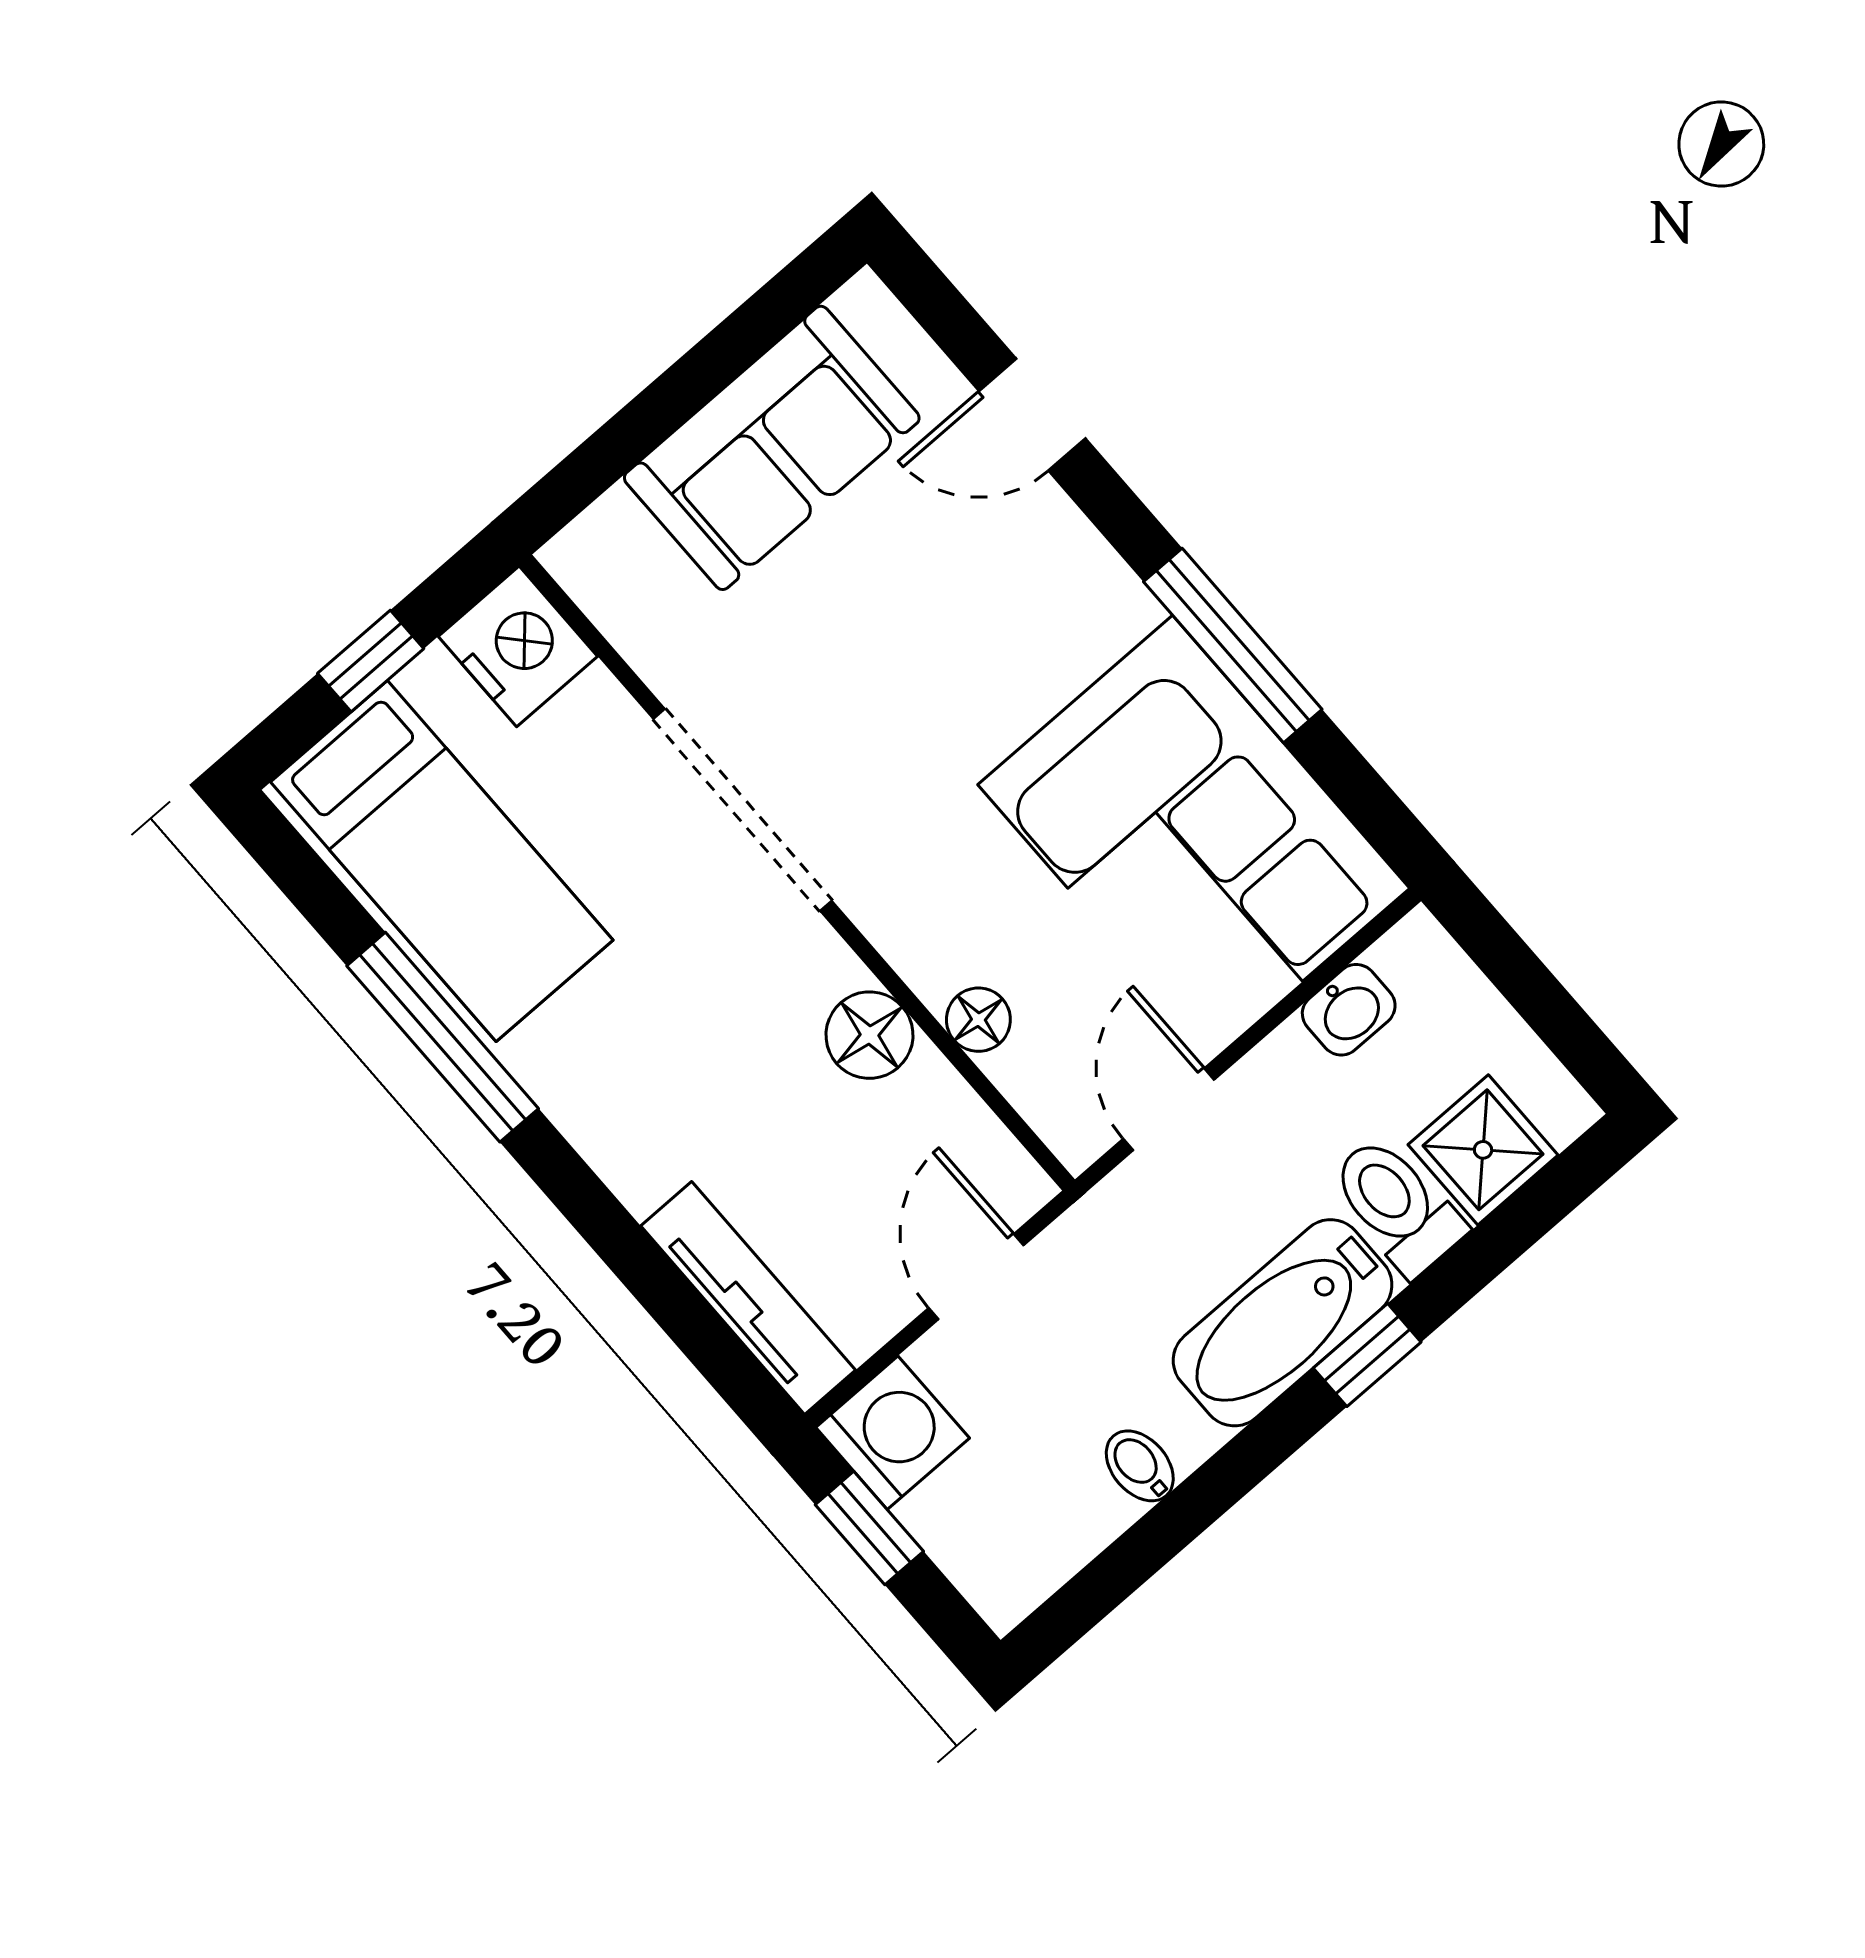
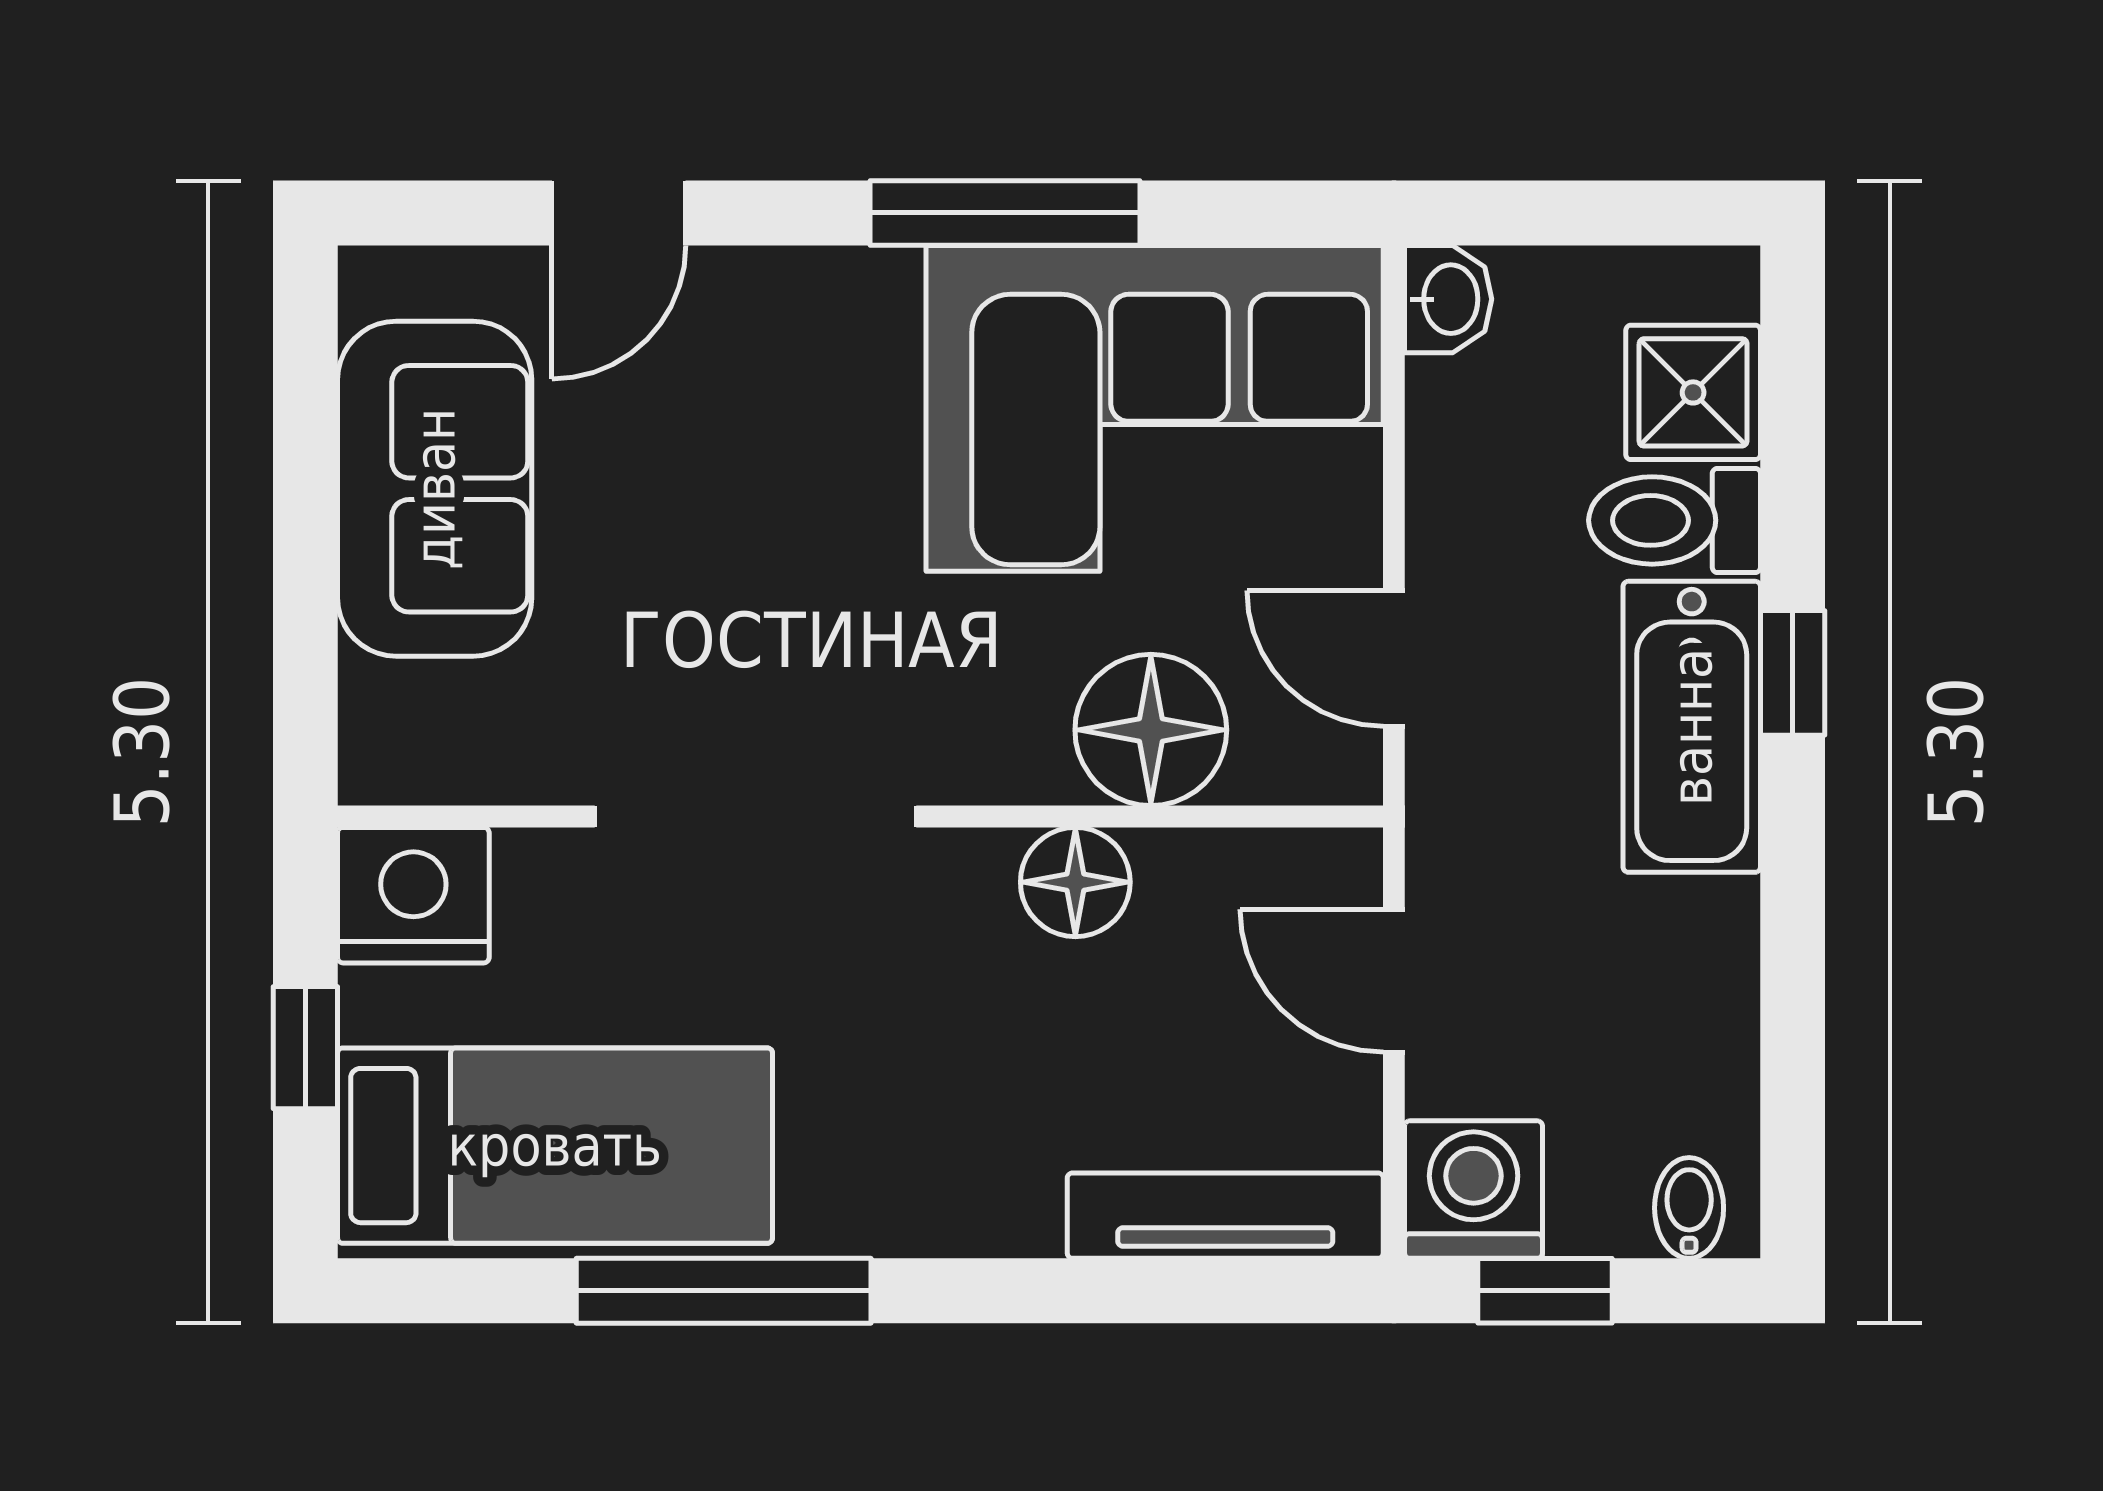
washbasin: (1349, 1010) -> (1448, 299), moved
floor lamp: (978, 1020) -> (1151, 730), width x1.89, depth x1.89
bidet: (1140, 1466) -> (1689, 1208), moved, turned 90

